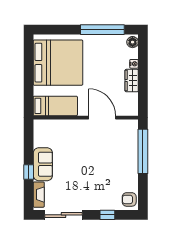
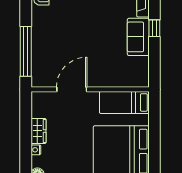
door: (102, 118) -> (72, 89), swing flipped

